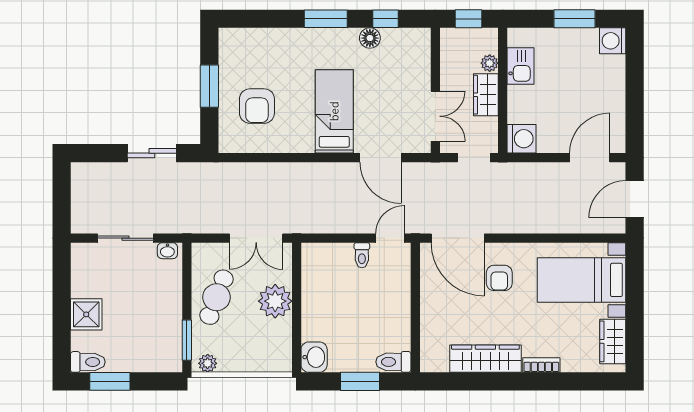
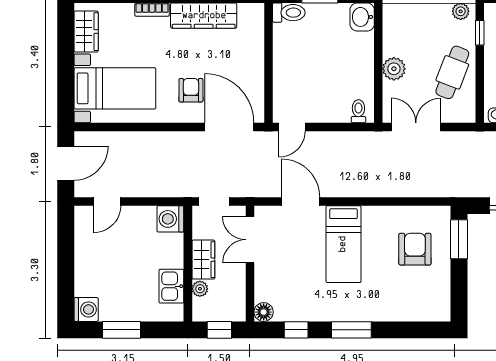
floor lamp: (370, 38) -> (264, 312), moved
window: (209, 86) -> (459, 239), moved
door: (590, 158) -> (107, 201), width x0.73
toilet: (362, 255) -> (358, 111), moved
plant: (275, 301) -> (394, 69), width x0.73, depth x0.73
window: (187, 340) -> (480, 33), width x0.67

